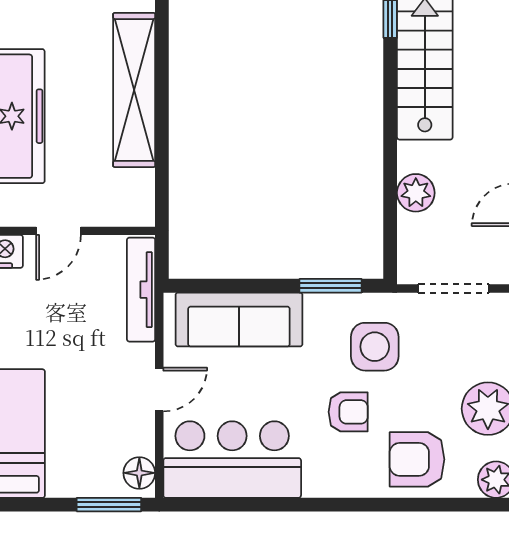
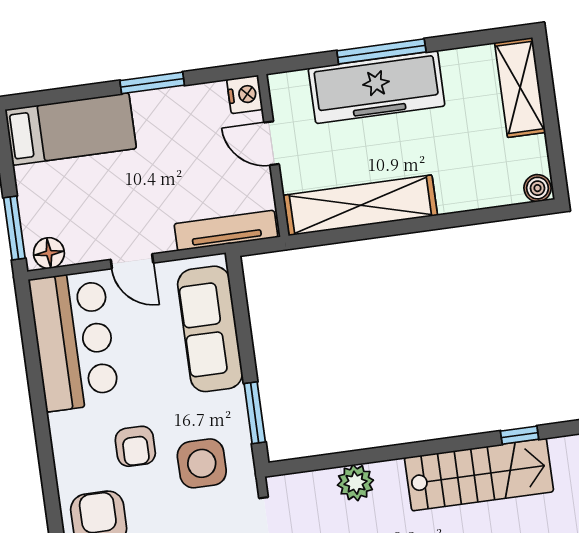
shelving: (134, 90) -> (360, 205), moved

